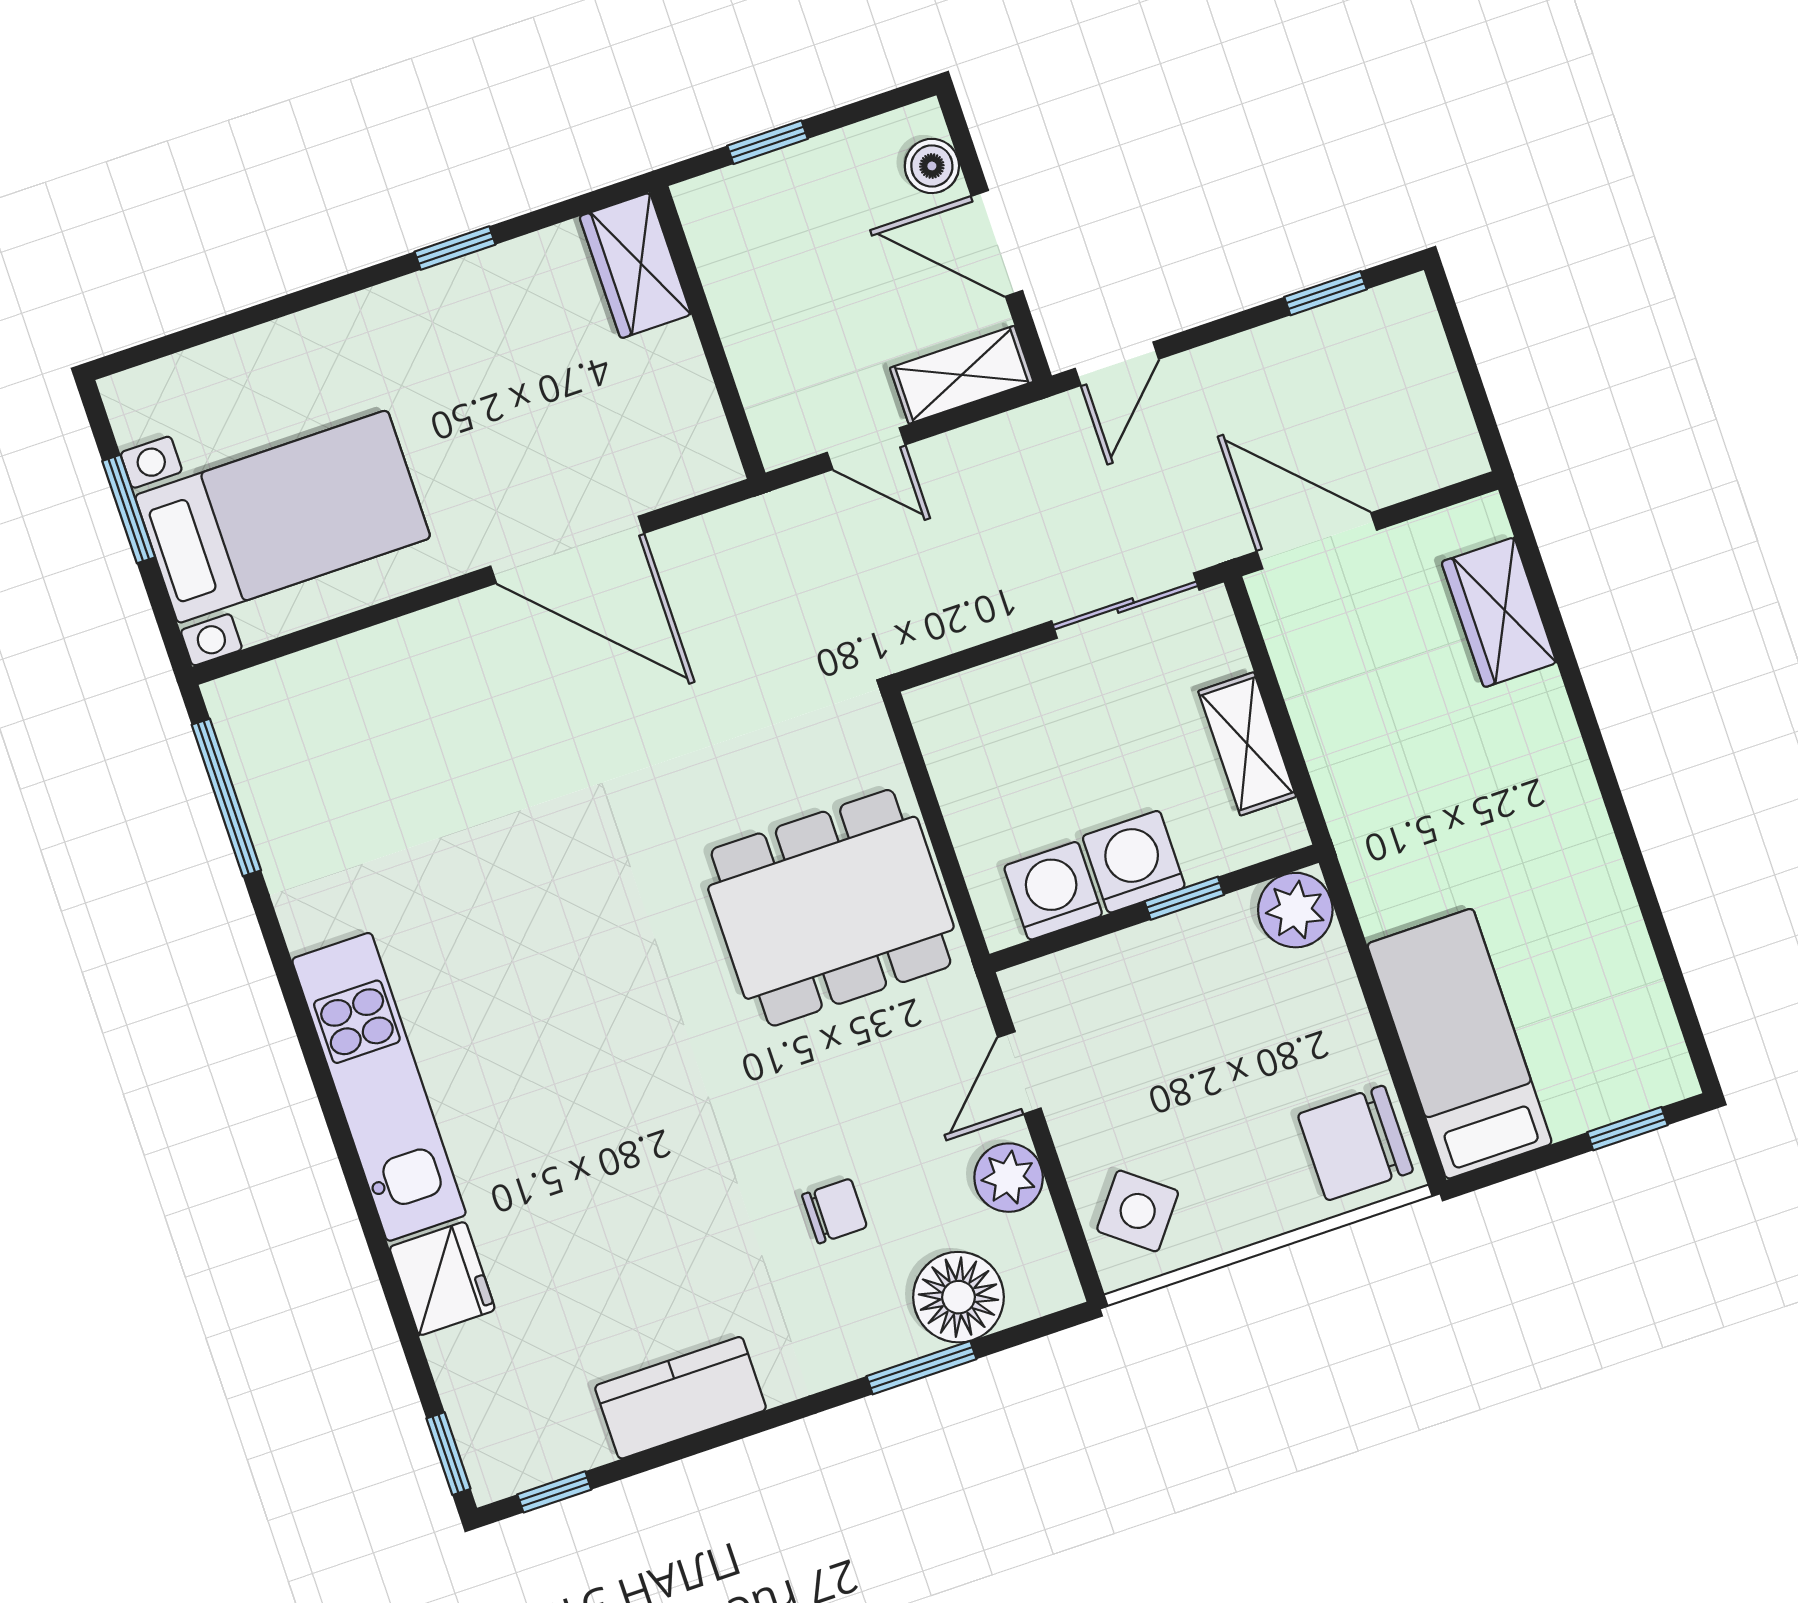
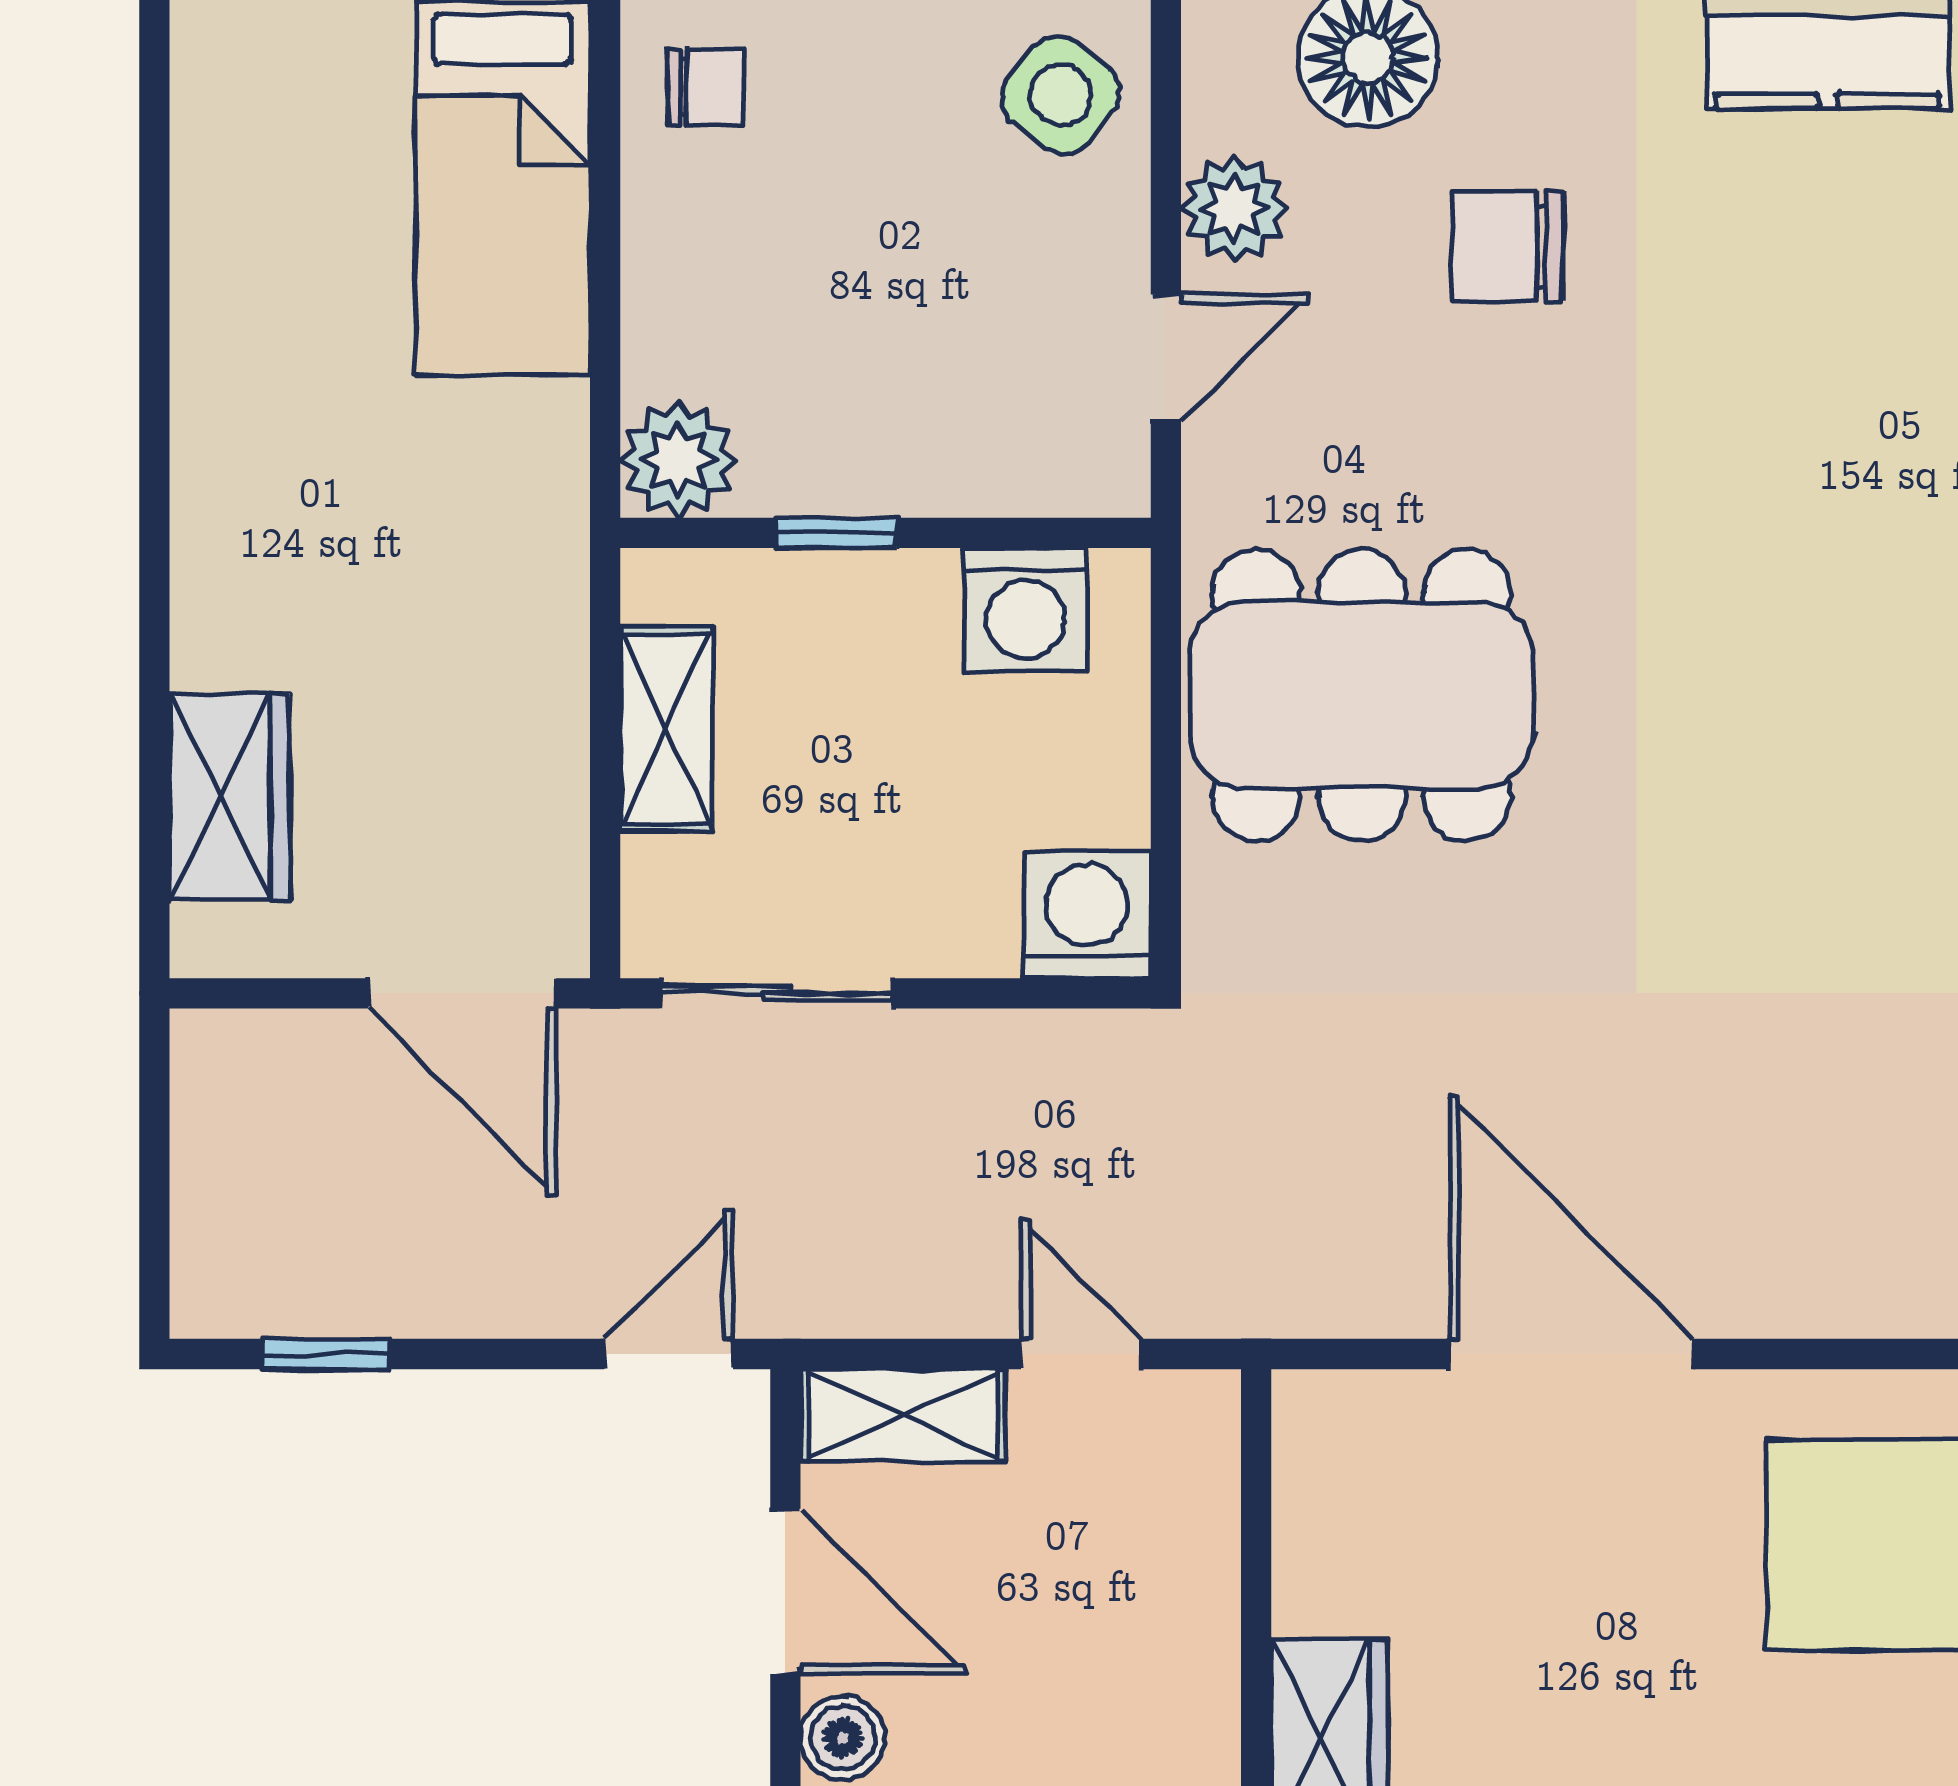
washing machine: (1134, 862) -> (1087, 915), moved, turned 180
chair: (1355, 1143) -> (706, 87), width x0.54, depth x0.54
chair: (835, 1211) -> (1507, 246), width x1.37, depth x1.37

